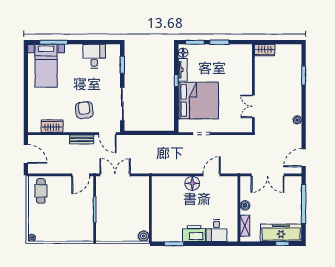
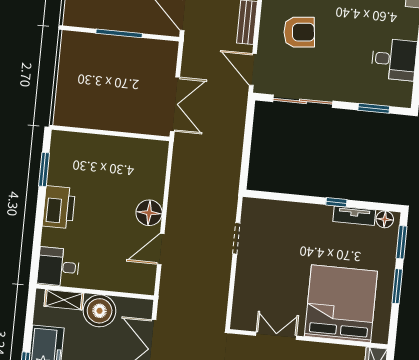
bed: (198, 101) -> (341, 304), moved, turned 180
door: (107, 134) -> (253, 69), hinge flipped
double door: (115, 175) -> (175, 104), moved
door: (212, 175) -> (161, 249), swing flipped
boiler: (245, 205) -> (100, 311), width x1.86, depth x1.86
desk: (217, 231) -> (58, 267), moved
plant: (143, 236) -> (63, 116), removed

